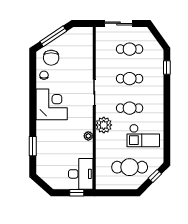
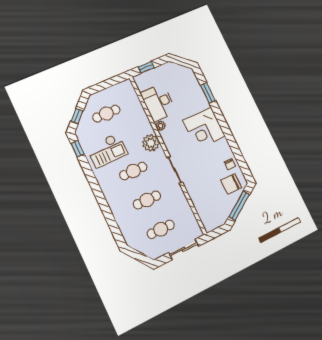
chair: (51, 58) -> (231, 184), turned -90
window: (167, 68) -> (78, 149), moved
corner desk: (52, 104) -> (204, 128), moved
checkout: (143, 136) -> (107, 150), turned 180
cafe table: (130, 167) -> (106, 114), width x0.73, depth x0.74
desk: (81, 174) -> (158, 103), moved

